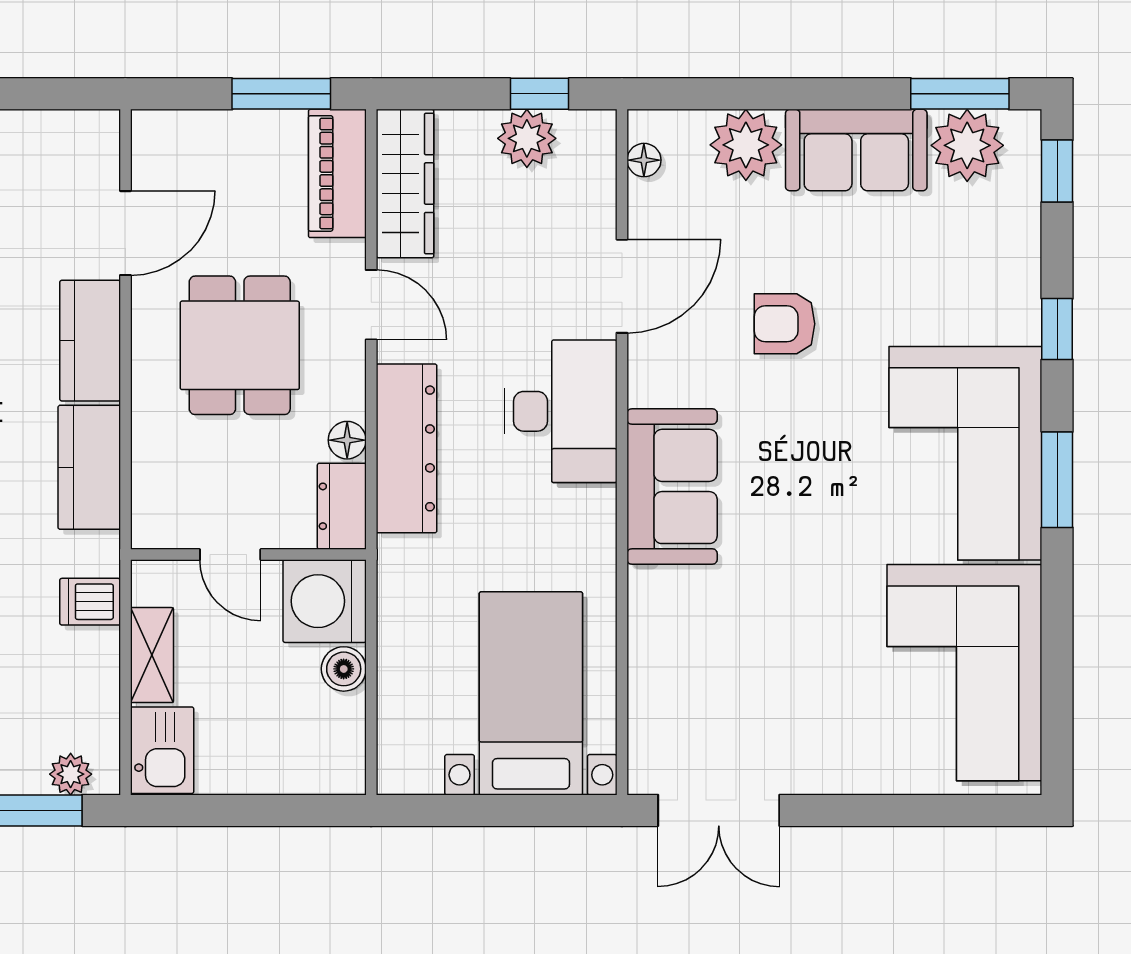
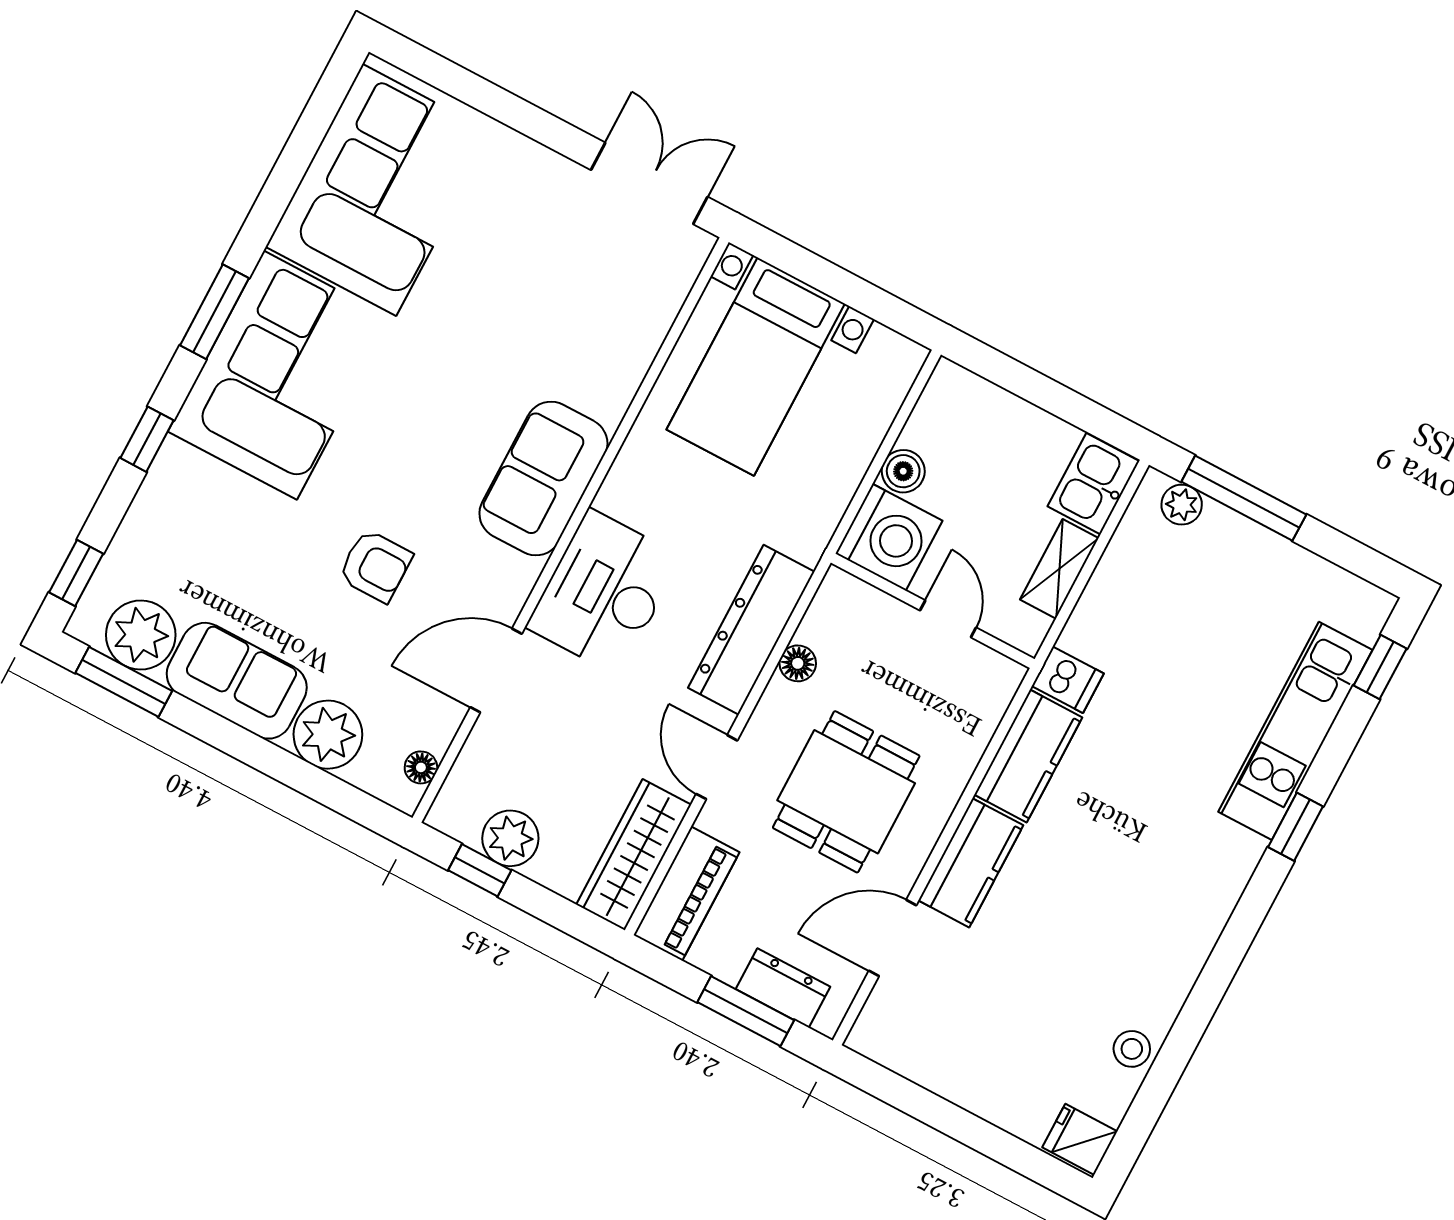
window: (281, 94) -> (746, 1011), moved
dresser: (342, 506) -> (783, 988), moved, turned -90
dishwasher: (90, 602) -> (1068, 680), moved

